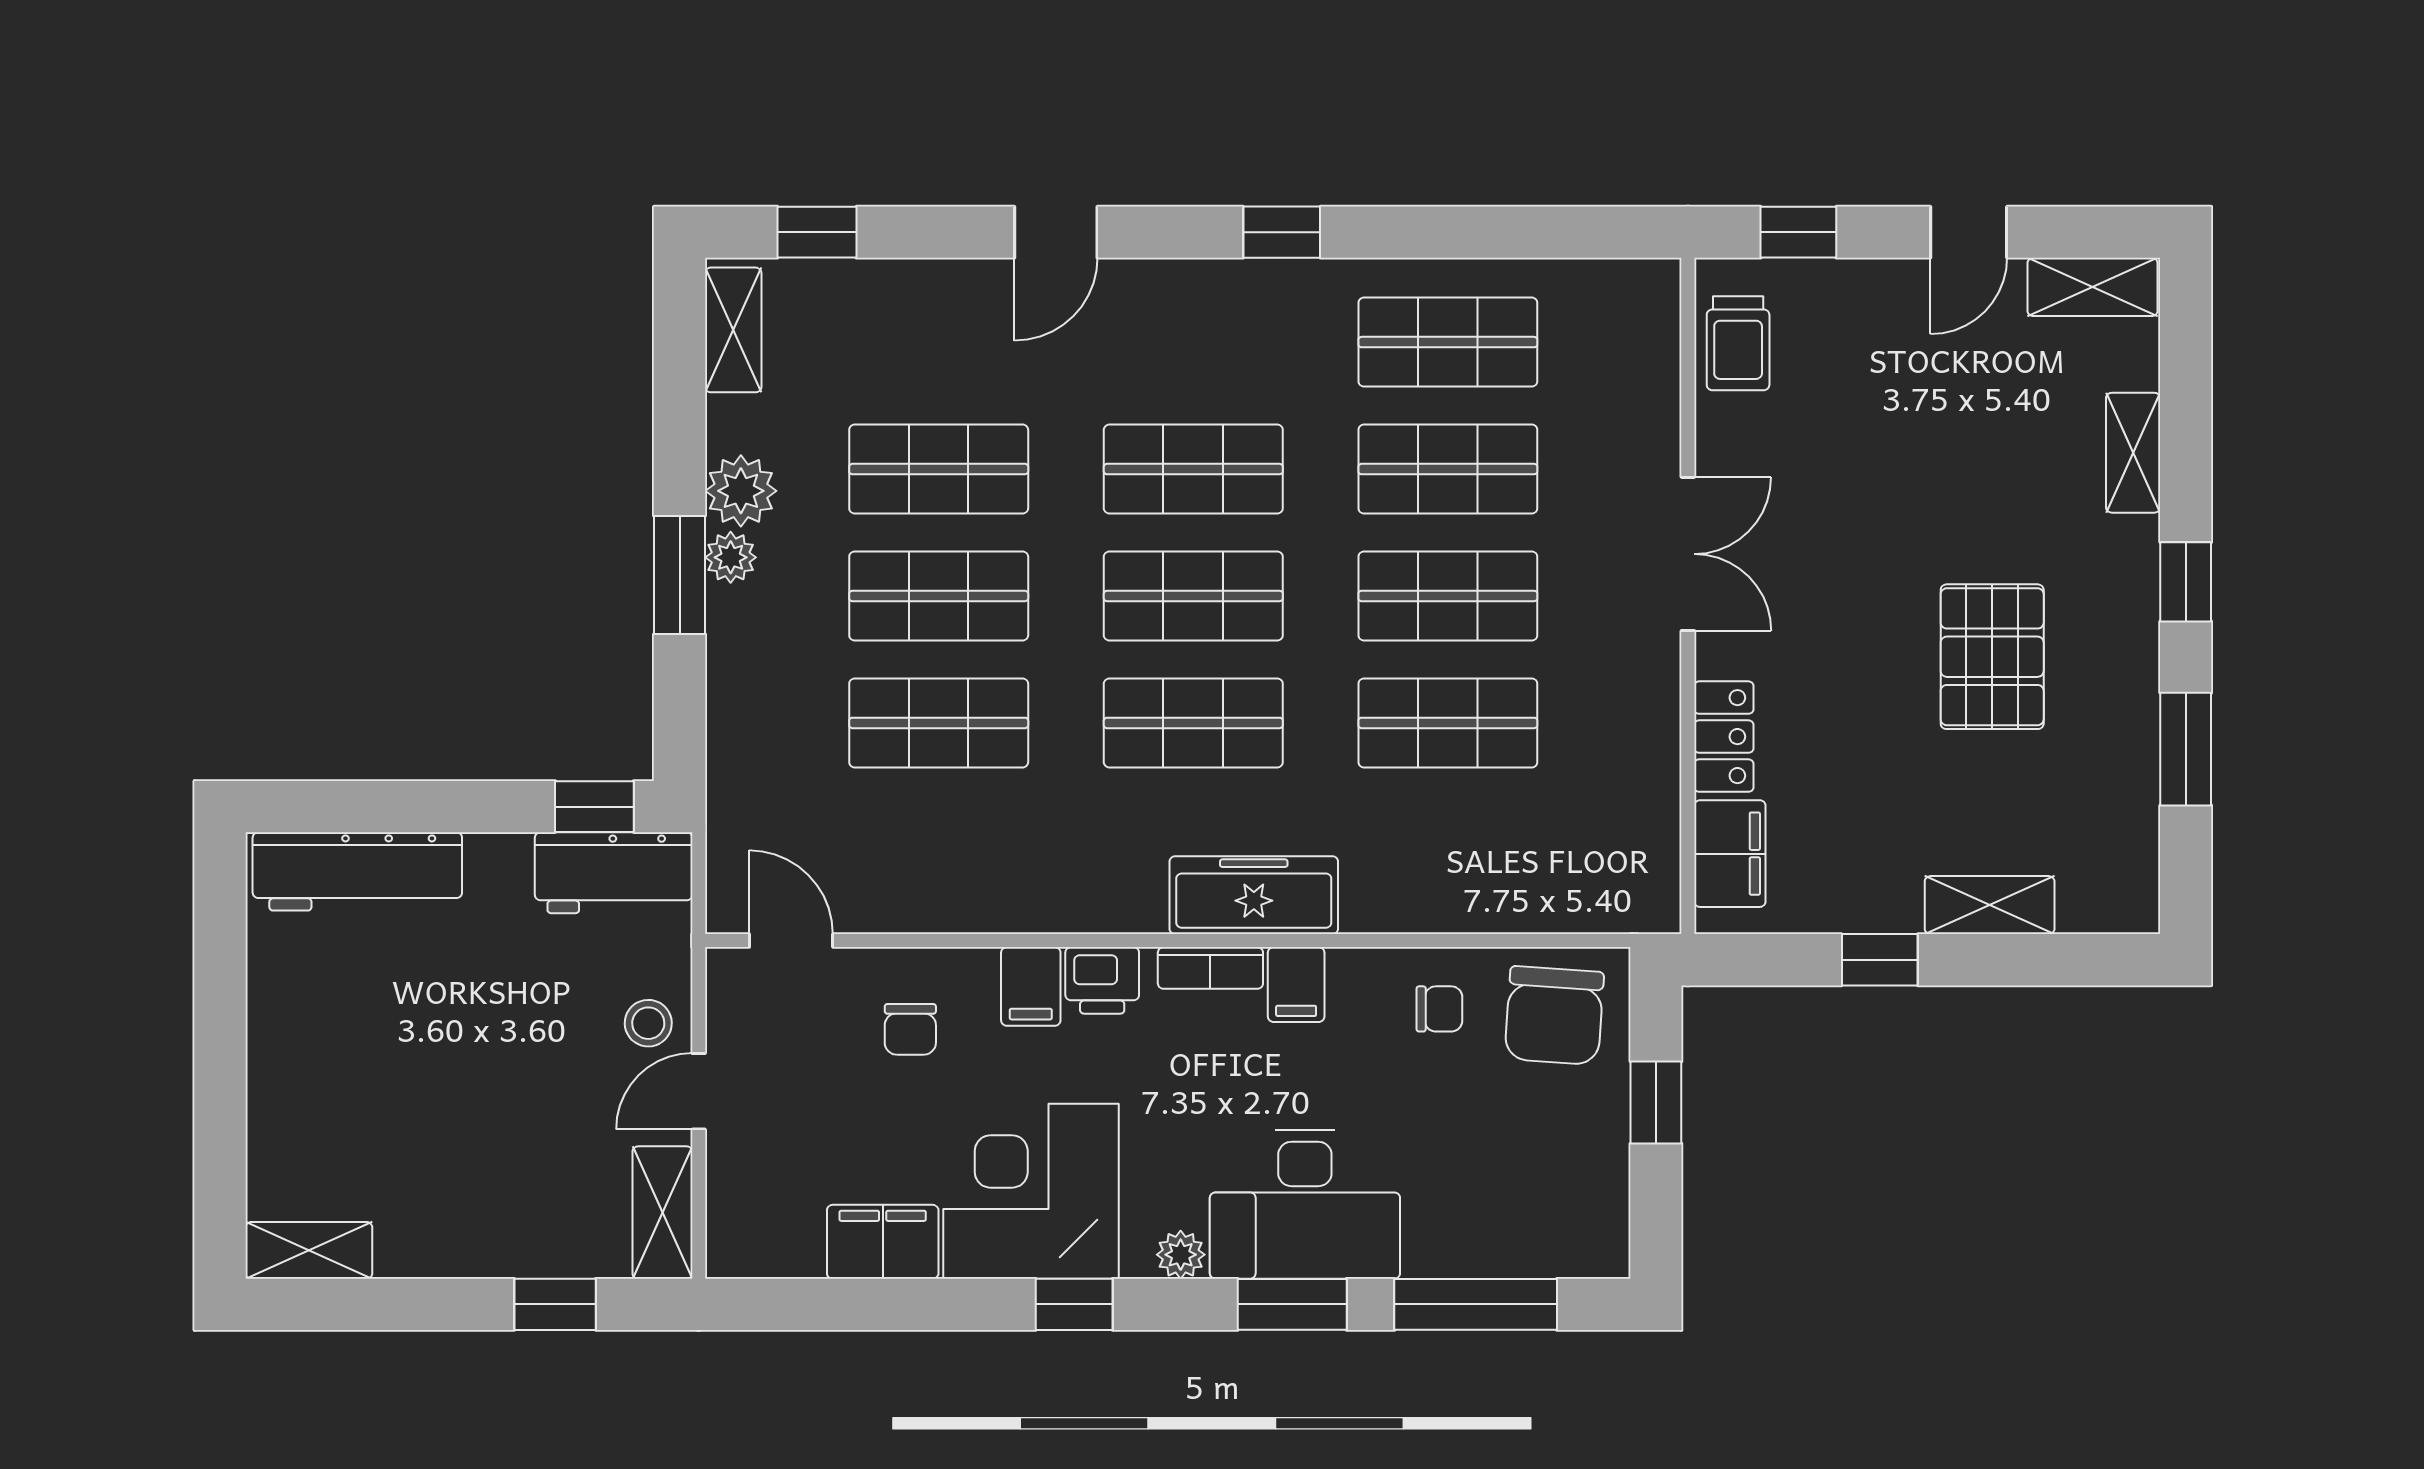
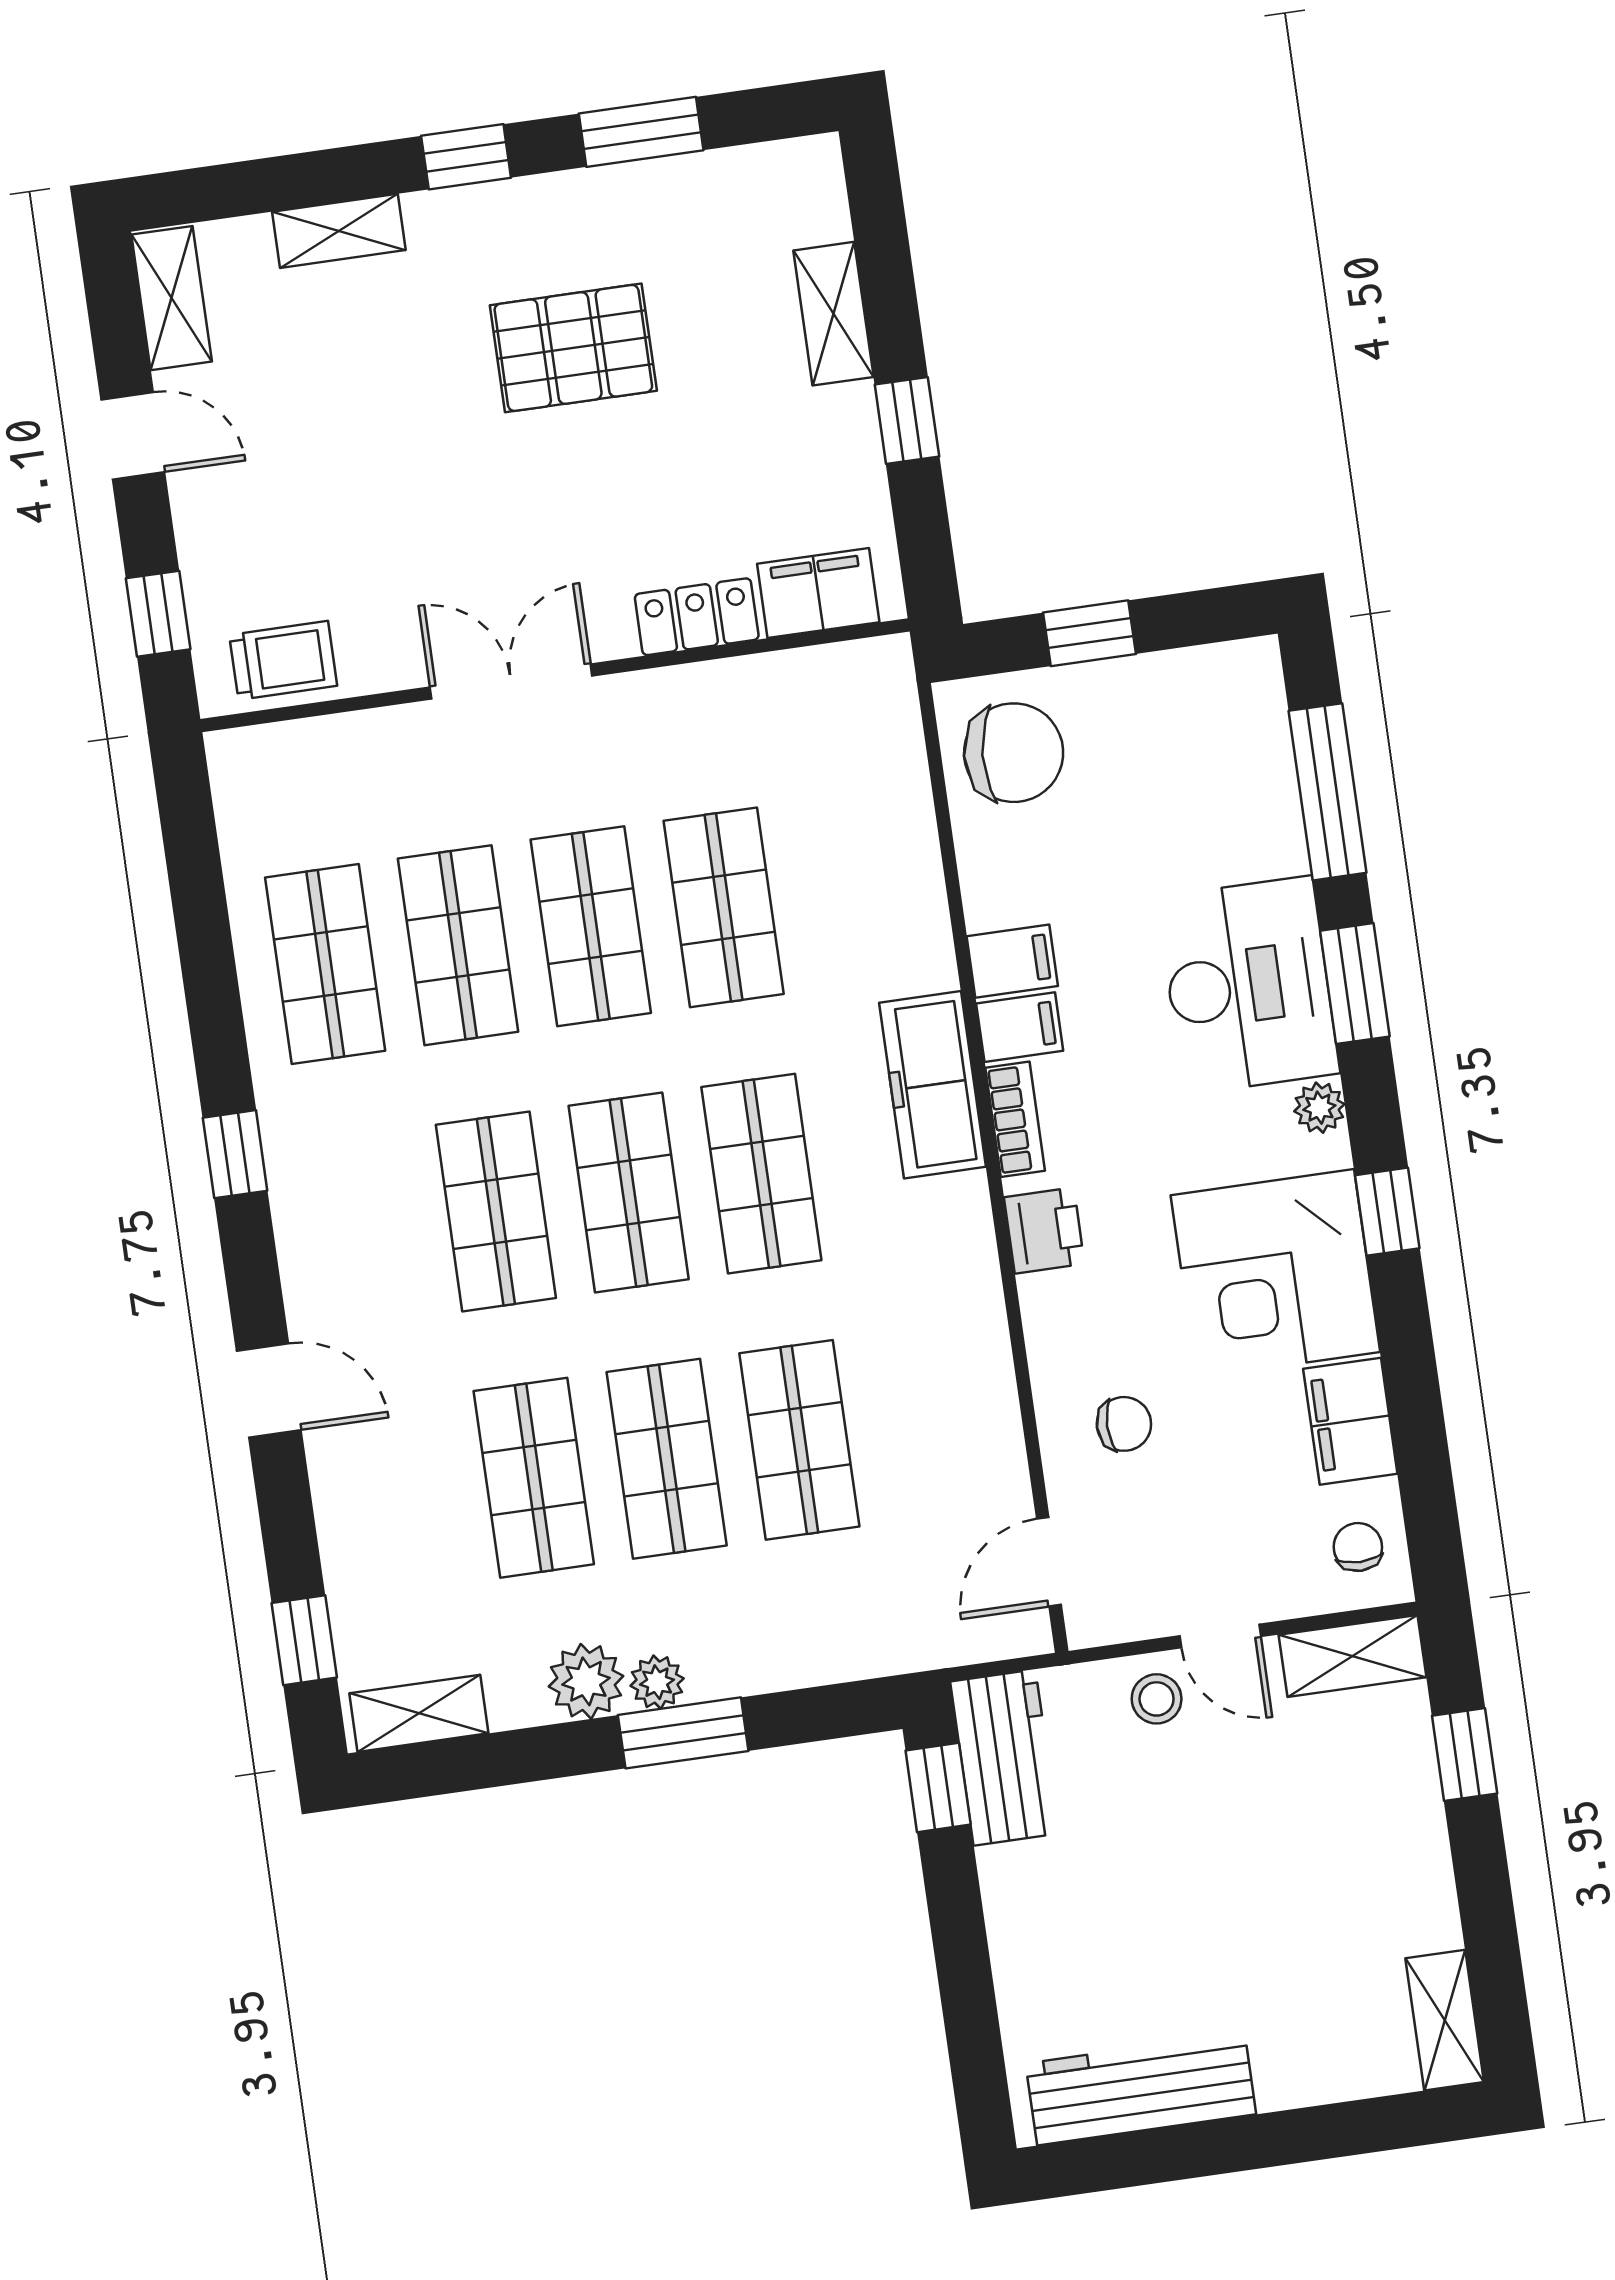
workbench: (357, 871) -> (1141, 2089), moved, turned -90
filing cabinet: (1031, 986) -> (1012, 961), moved
chair: (1439, 1009) -> (1358, 1547), moved

